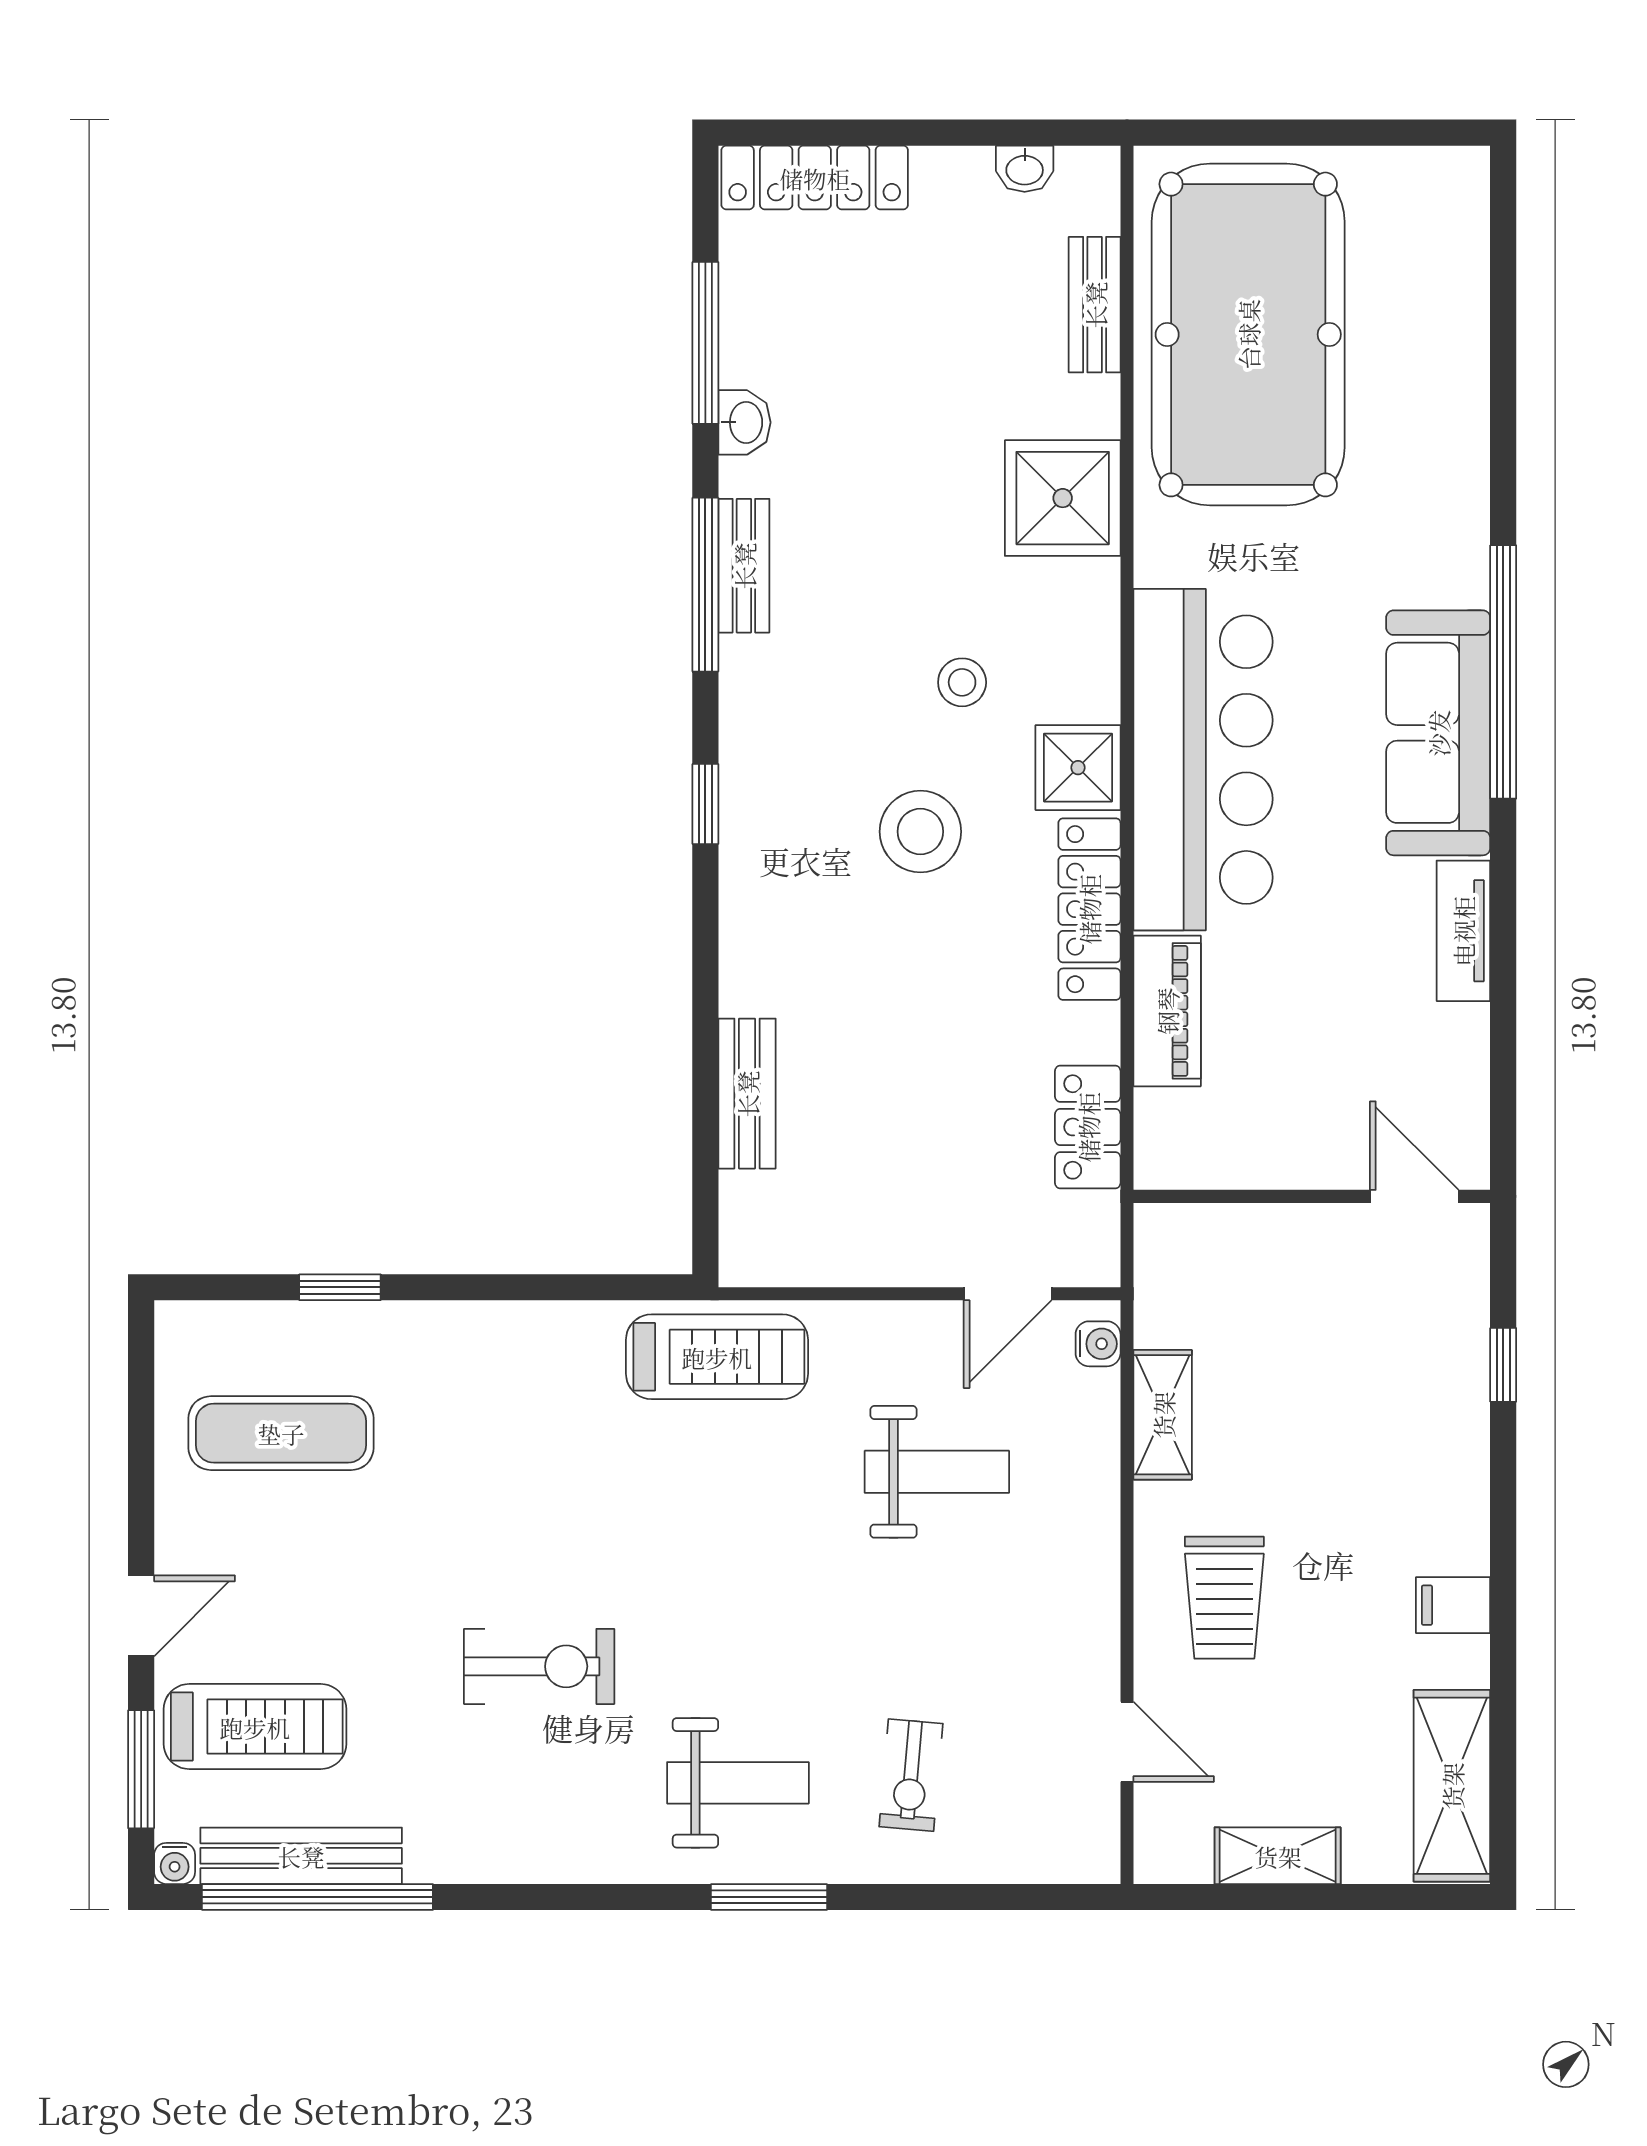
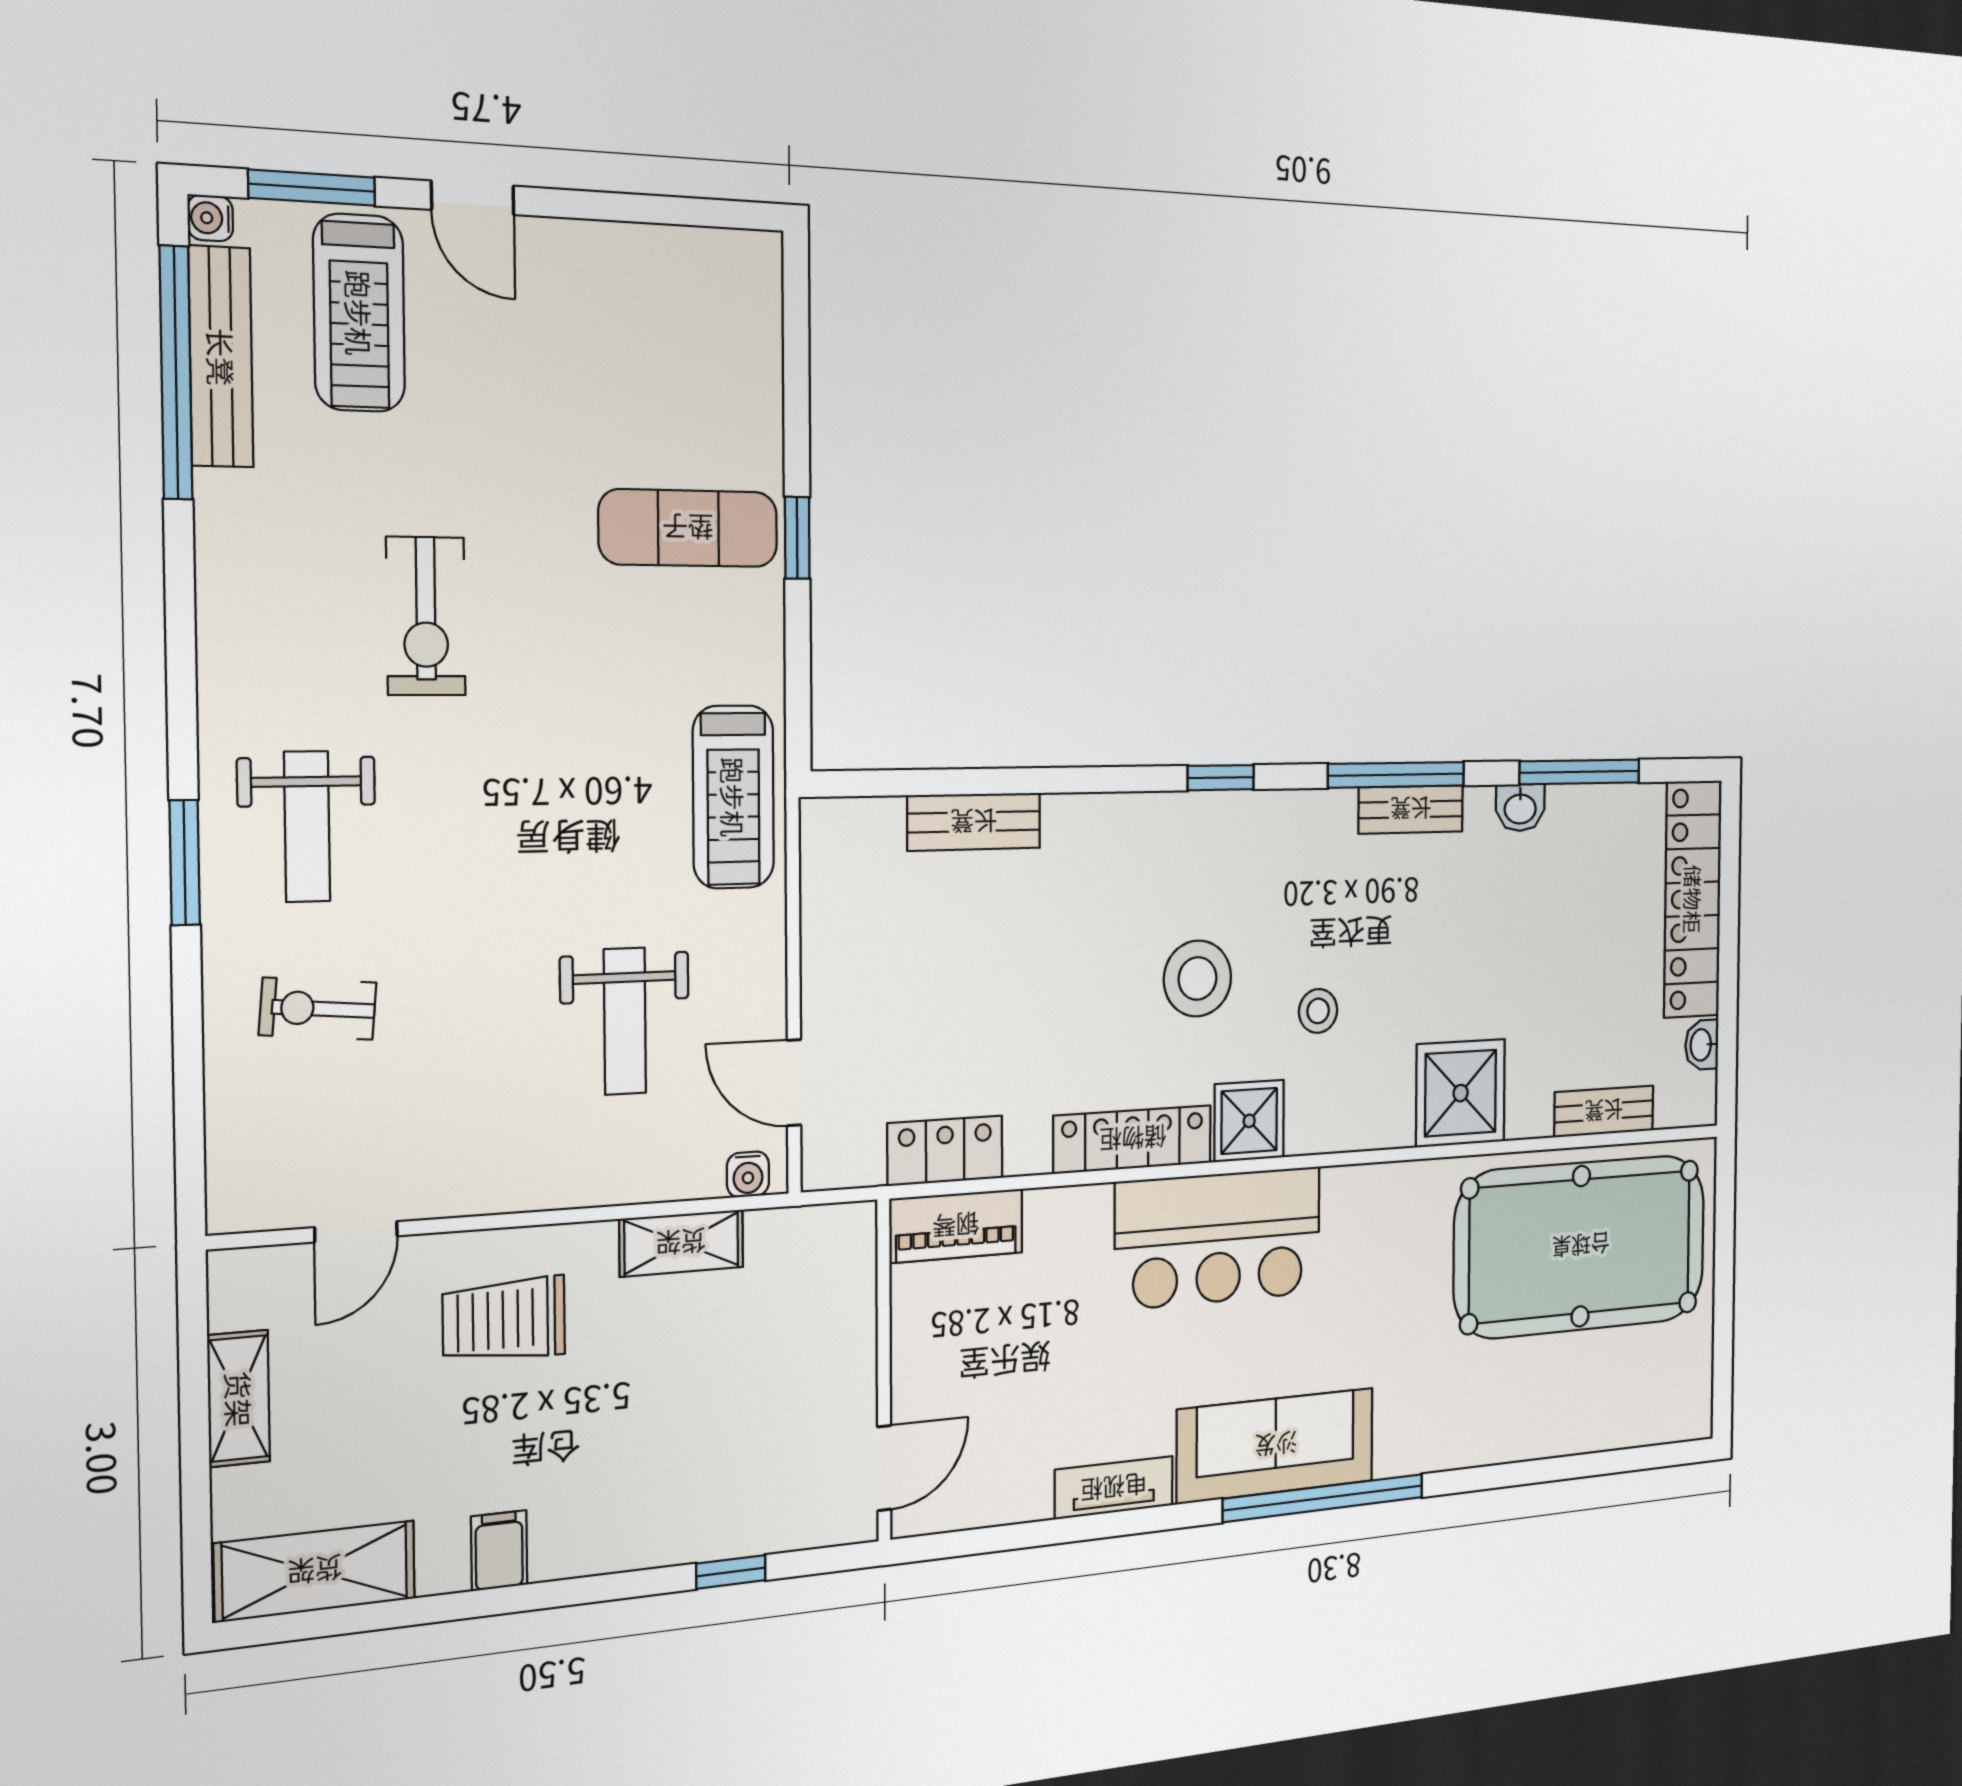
locker: (815, 178) -> (1693, 899), width x1.41, depth x1.21
bar counter: (1203, 760) -> (1218, 1238), width x0.73
piano: (1167, 1011) -> (956, 1226), moved
window: (340, 1287) -> (797, 538), moved
exercise mat: (281, 1433) -> (688, 528), moved, turned 90

